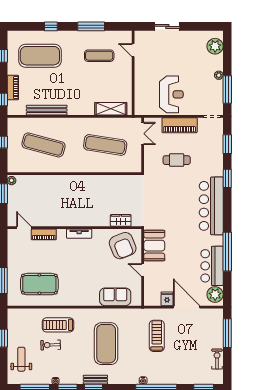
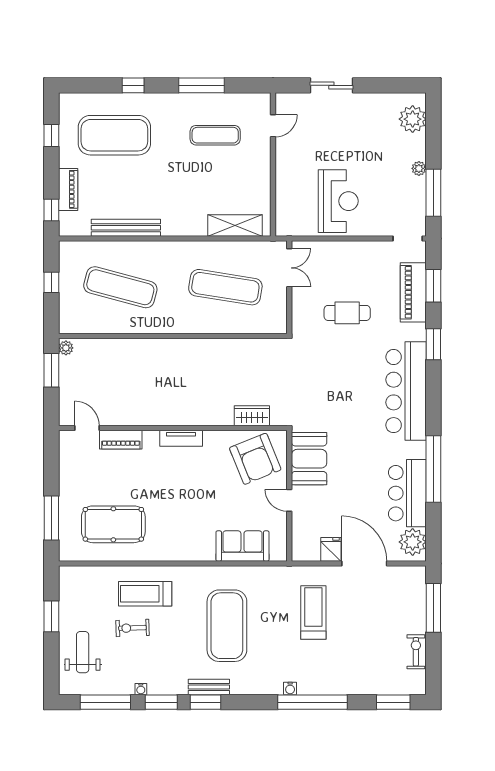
door: (133, 50) -> (273, 126), swing flipped
piano: (180, 125) -> (413, 292), moved, turned 90

